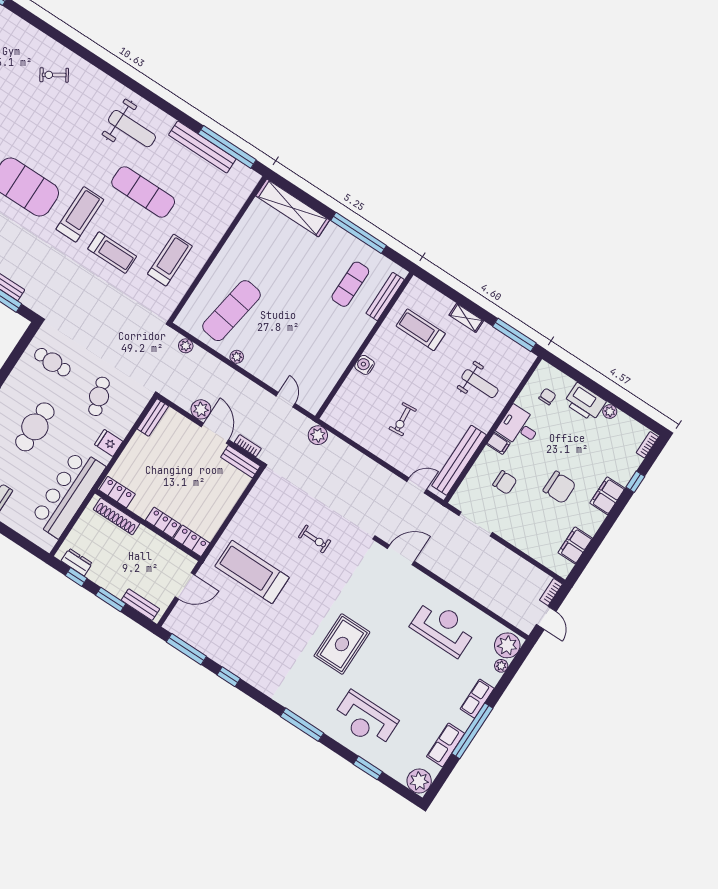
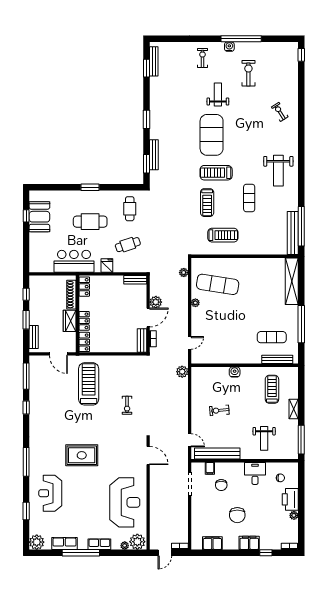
bench: (202, 147) -> (293, 233), moved
exercise mat: (143, 192) -> (249, 198), width x0.73, depth x0.69
treadmill: (80, 214) -> (216, 173), turned 180
filing cabinet: (498, 443) -> (210, 468), moved
bar counter: (68, 493) -> (74, 261), width x0.73
wardrobe: (150, 542) -> (70, 321), added
dresser: (77, 562) -> (34, 289), removed
reception desk: (443, 628) -> (125, 502), width x1.36, depth x1.30

